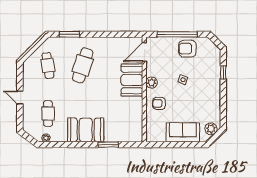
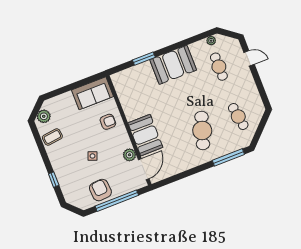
window: (69, 34) -> (228, 157), width x1.44
armchair: (187, 49) -> (100, 190), turned -94
plant: (152, 83) -> (130, 155), moved
door: (20, 98) -> (249, 58), moved
coffee table: (210, 109) -> (52, 137), added
sofa: (183, 132) -> (93, 93), moved

